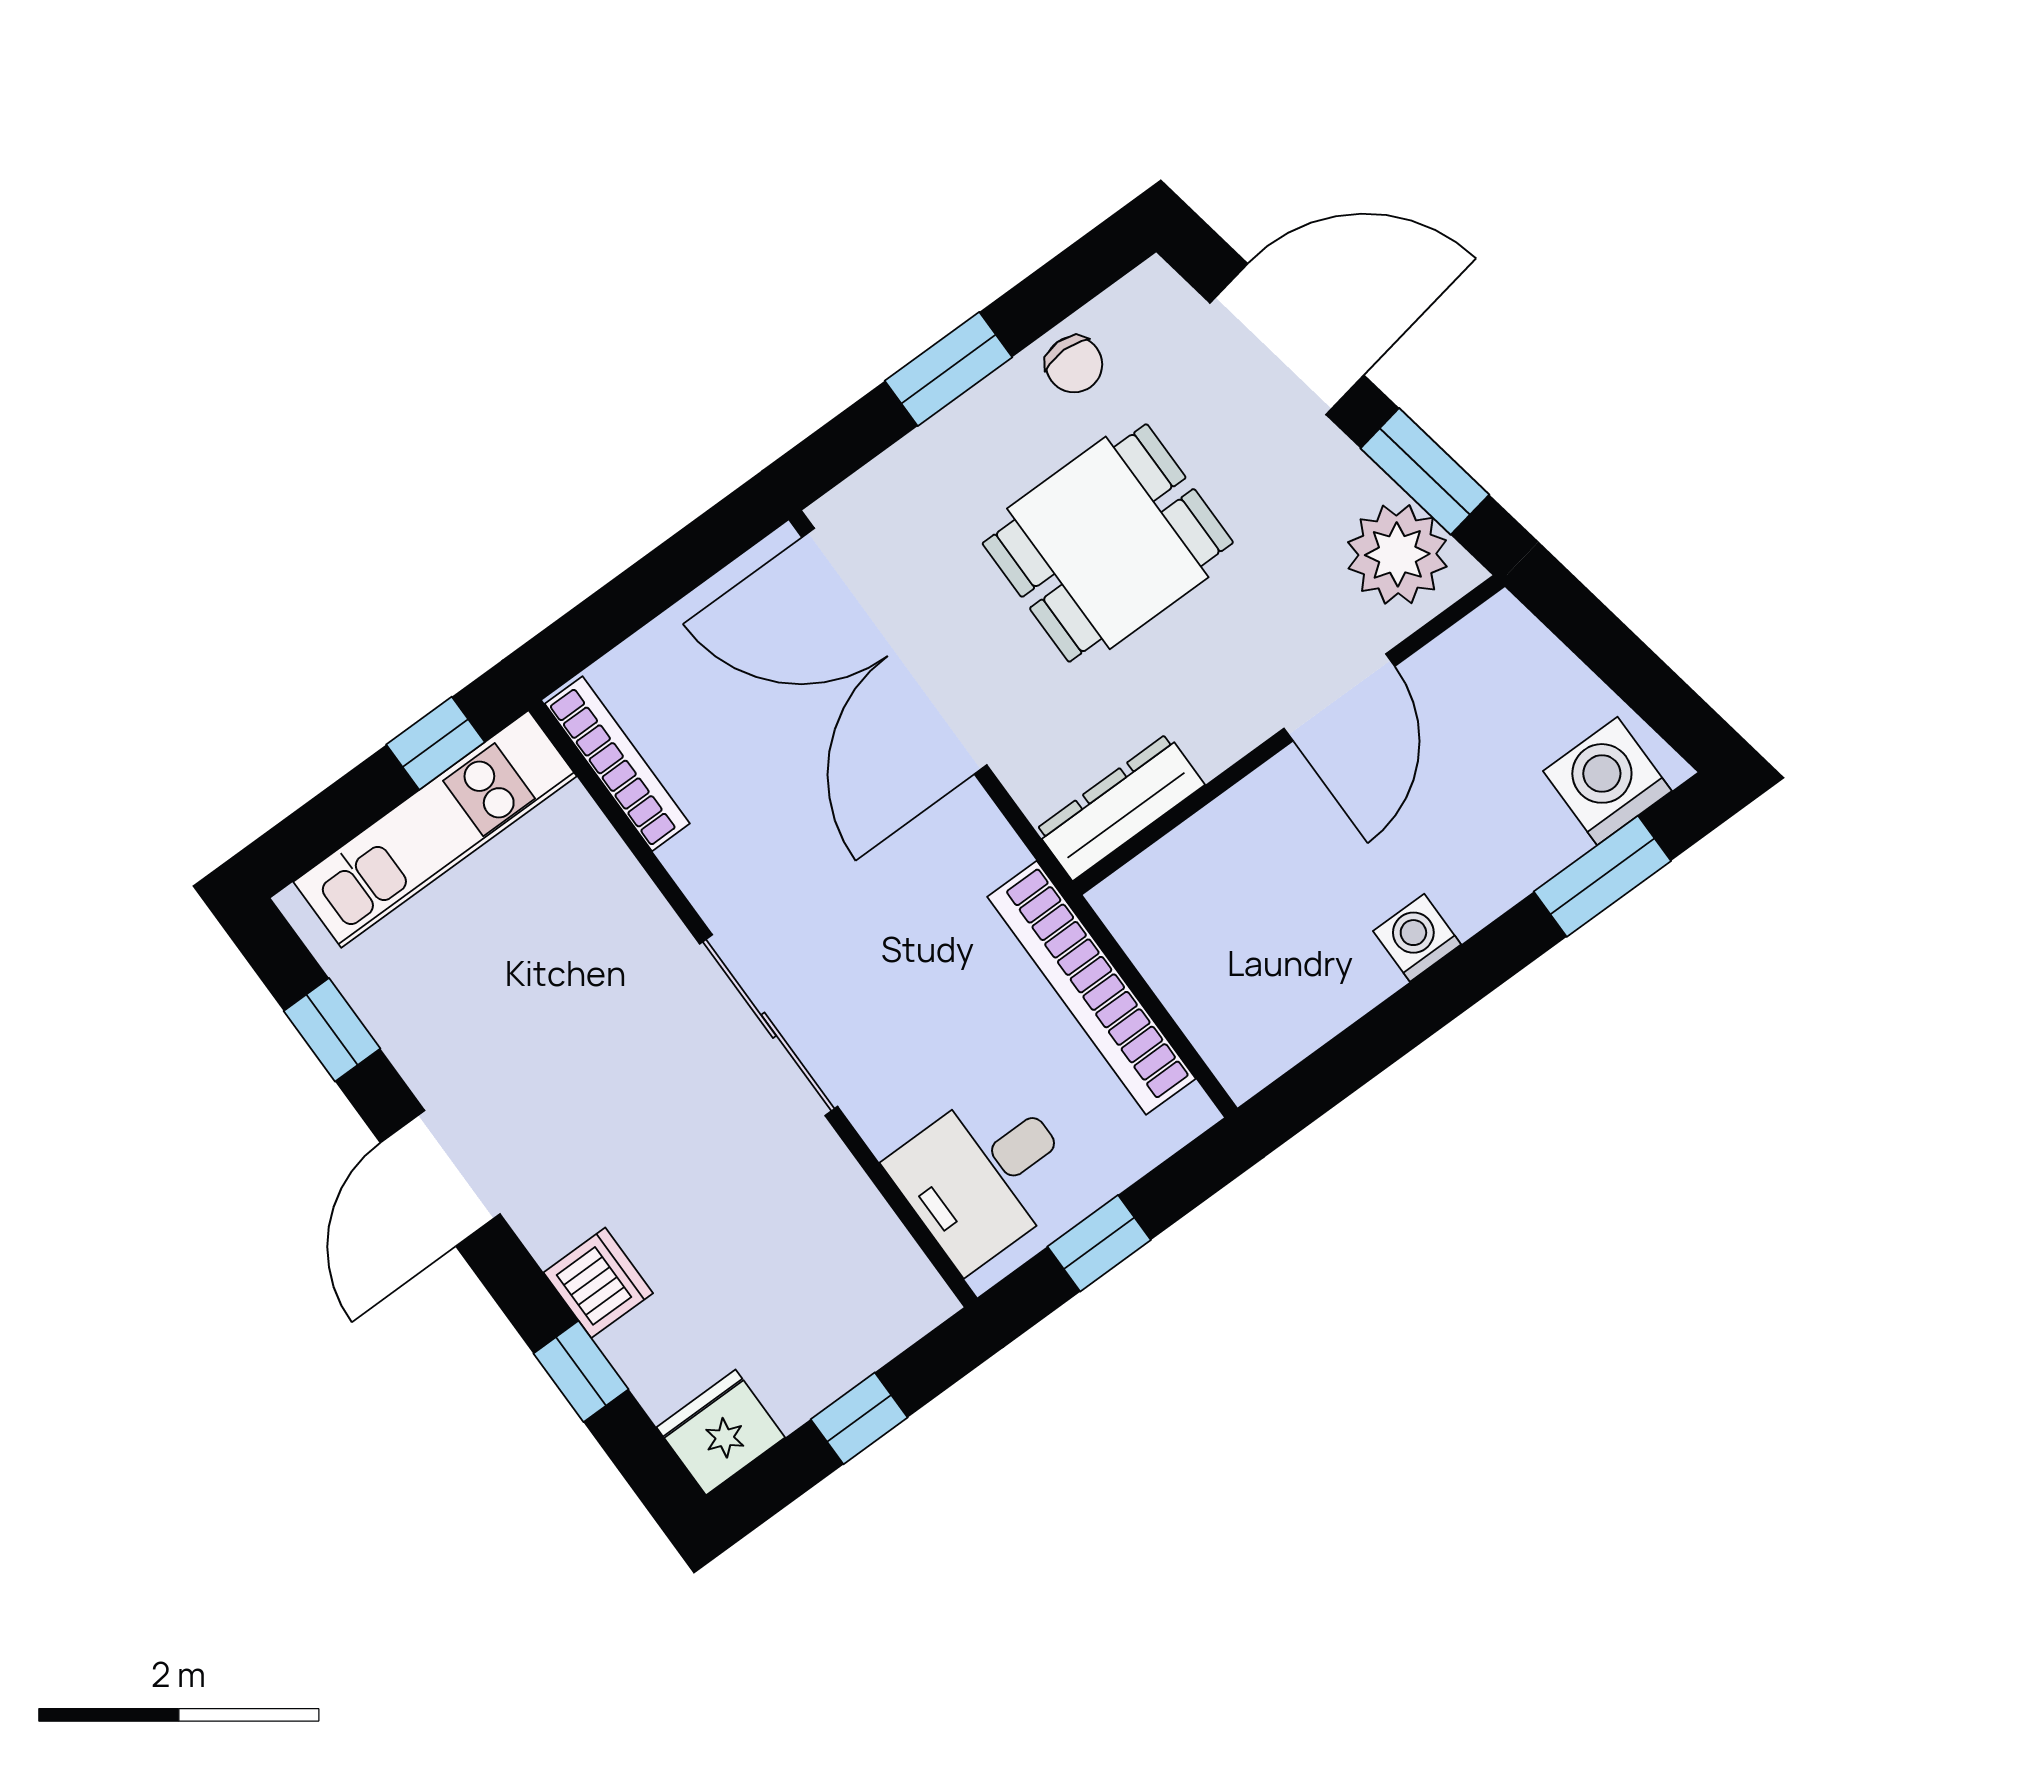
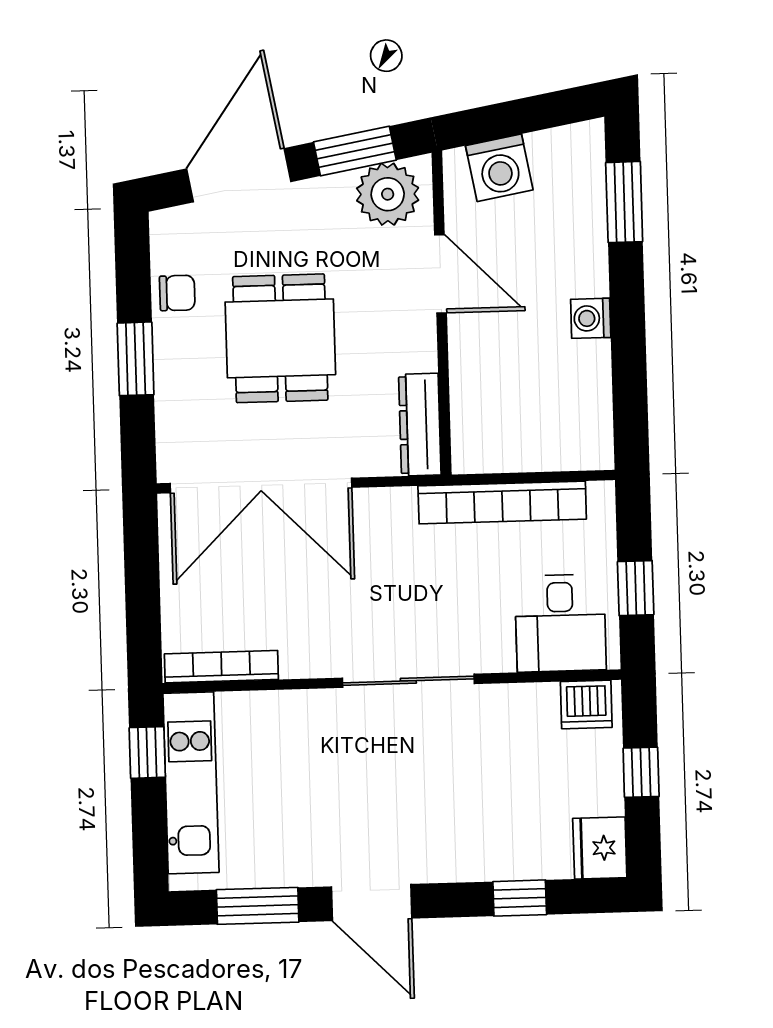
washing machine: (1607, 781) -> (499, 168), moved, turned -100
window: (332, 1030) -> (258, 906), width x1.50
dishwasher: (598, 1283) -> (586, 704), moved, turned 180

